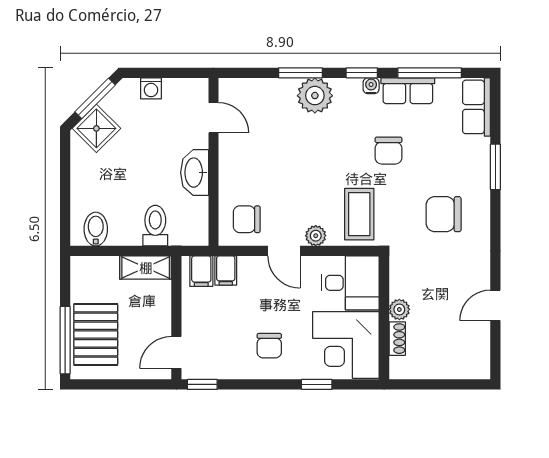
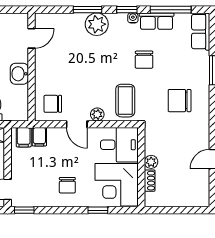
door: (213, 118) -> (31, 38), hinge flipped
washbasin: (195, 173) -> (19, 74), width x0.72

